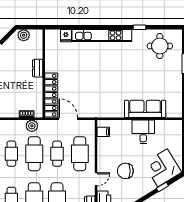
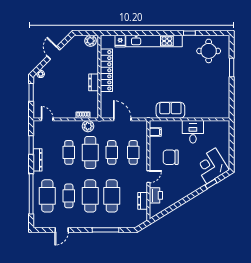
plant: (24, 35) -> (91, 41), moved
dresser: (38, 68) -> (94, 82), moved
locker: (51, 95) -> (106, 70), moved
sofa: (145, 109) -> (170, 110), moved, width x0.73
cafe table: (80, 154) -> (133, 152), width x0.73, depth x0.74
chair: (125, 171) -> (171, 157), moved

